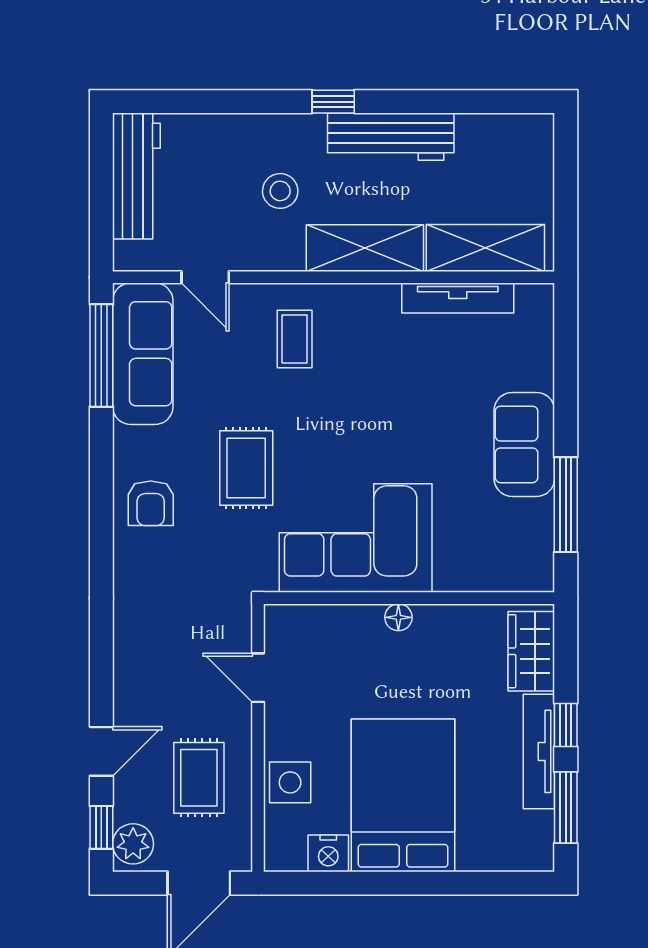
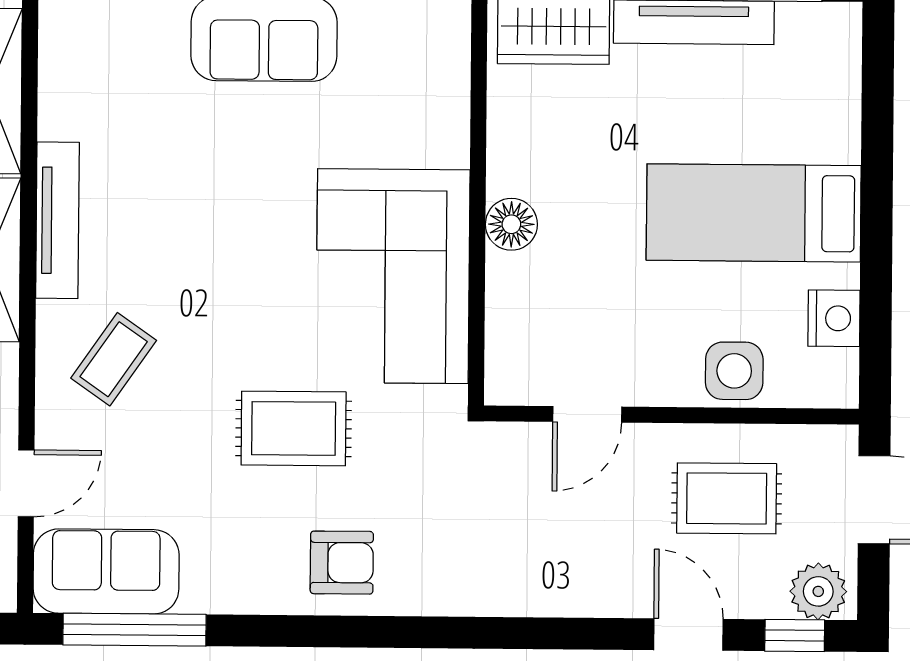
tv unit: (458, 298) -> (57, 220), moved
coffee table: (295, 339) -> (114, 359), turned -55
sofa: (143, 354) -> (106, 571), width x0.73
floor lamp: (398, 617) -> (511, 224), width x1.37, depth x1.37
bed: (403, 795) -> (754, 213), width x0.67

